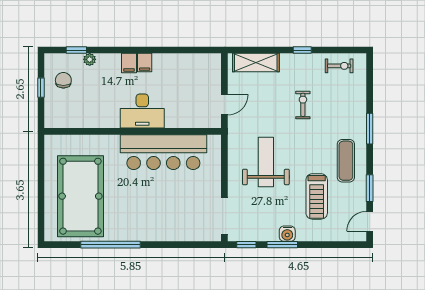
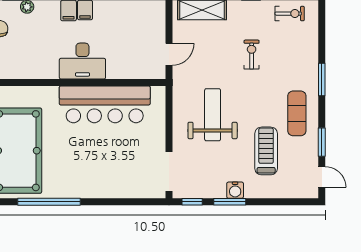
treadmill: (317, 196) -> (266, 151), turned 180
door: (370, 221) -> (322, 177), swing flipped

